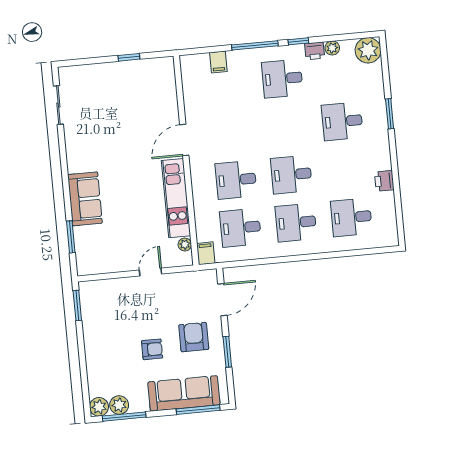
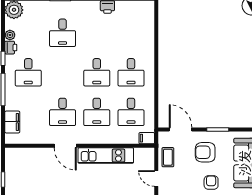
filing cabinet: (218, 62) -> (12, 122), width x2.00
desk: (351, 217) -> (63, 112), moved
plant: (185, 244) -> (139, 152), removed
coffee table: (182, 285) -> (168, 157), added

